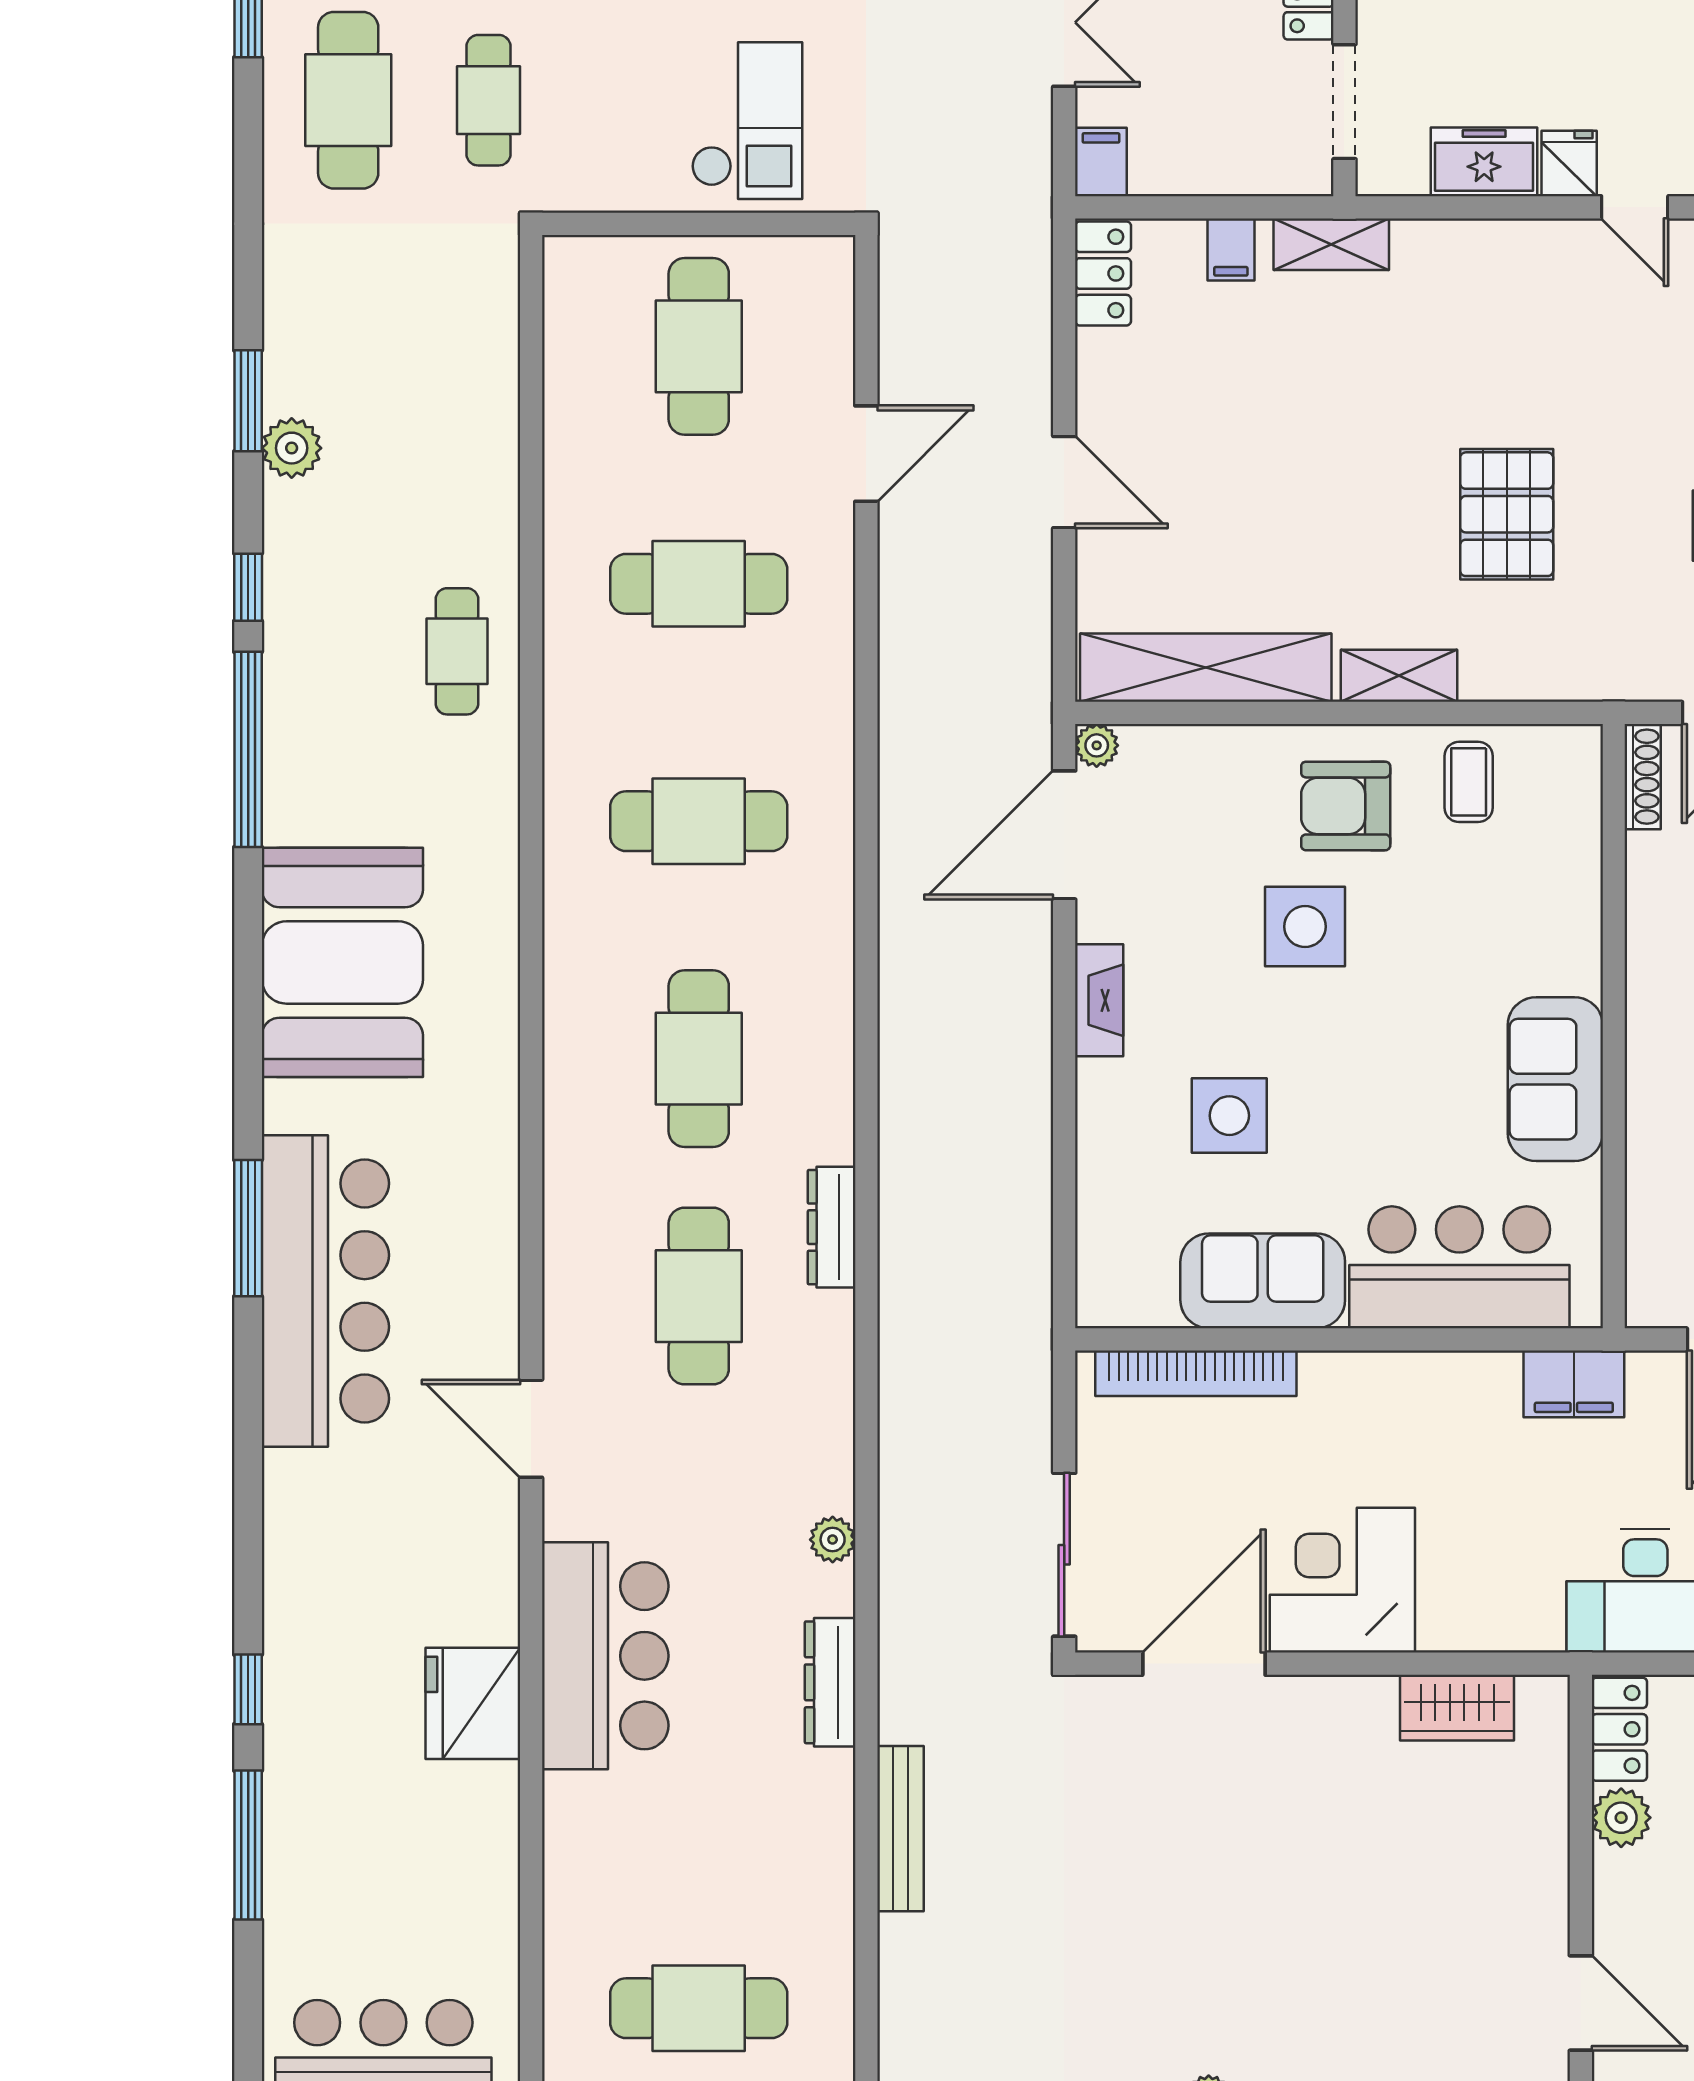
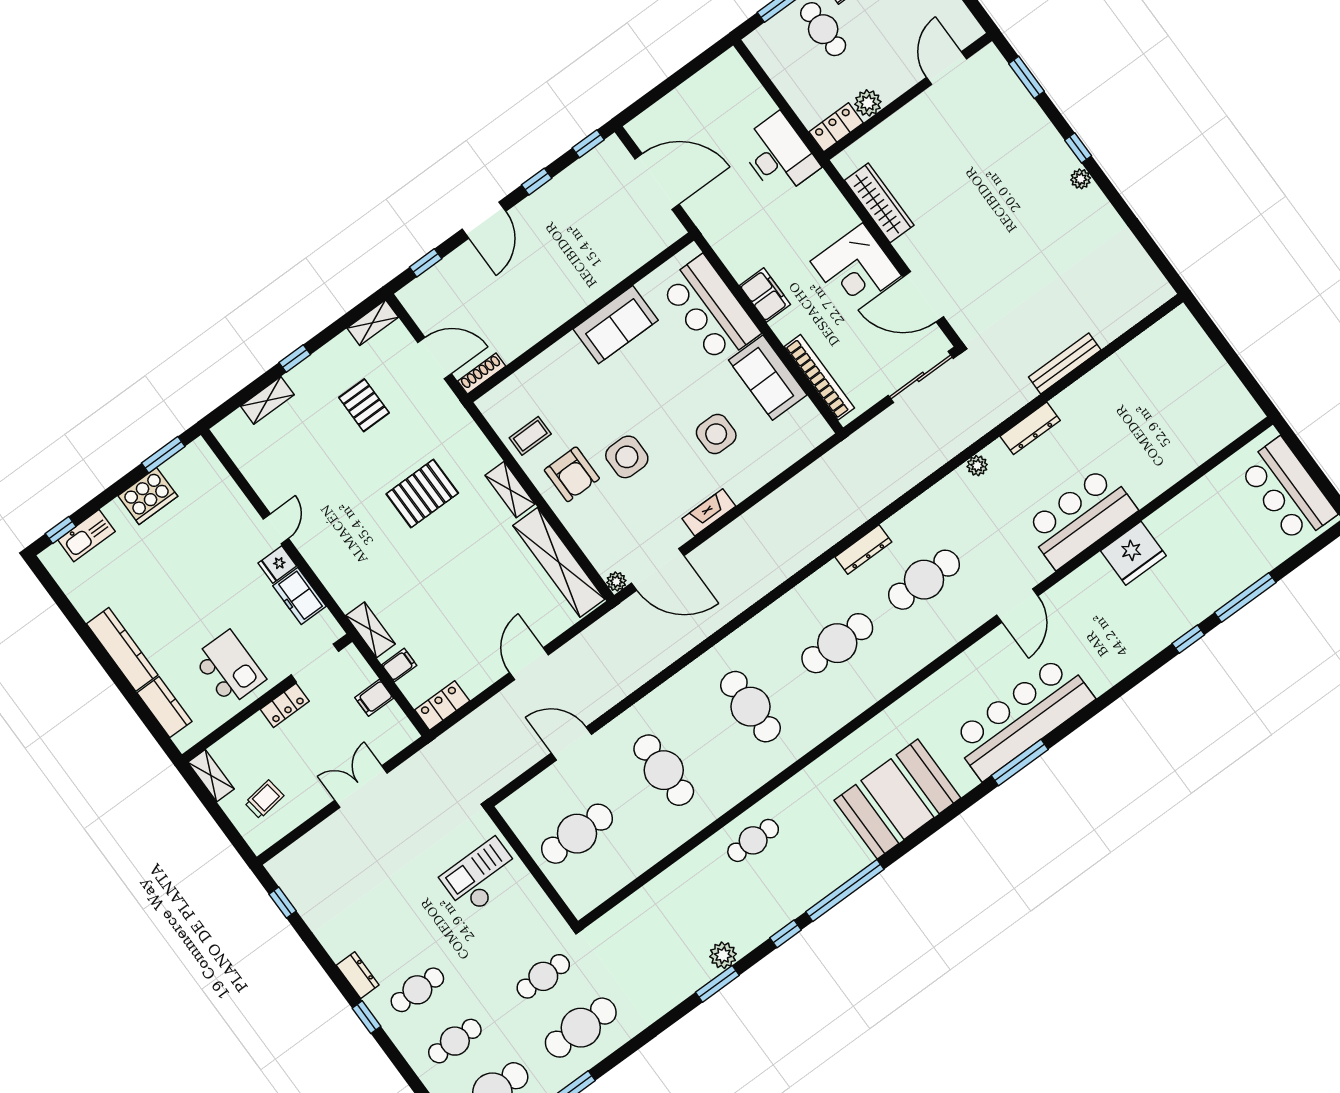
filing cabinet: (1101, 162) -> (374, 698), moved
filing cabinet: (1574, 1384) -> (765, 295), moved
wardrobe: (1457, 1708) -> (879, 203), width x1.50
cafe table: (699, 2008) -> (1184, 389), removed

